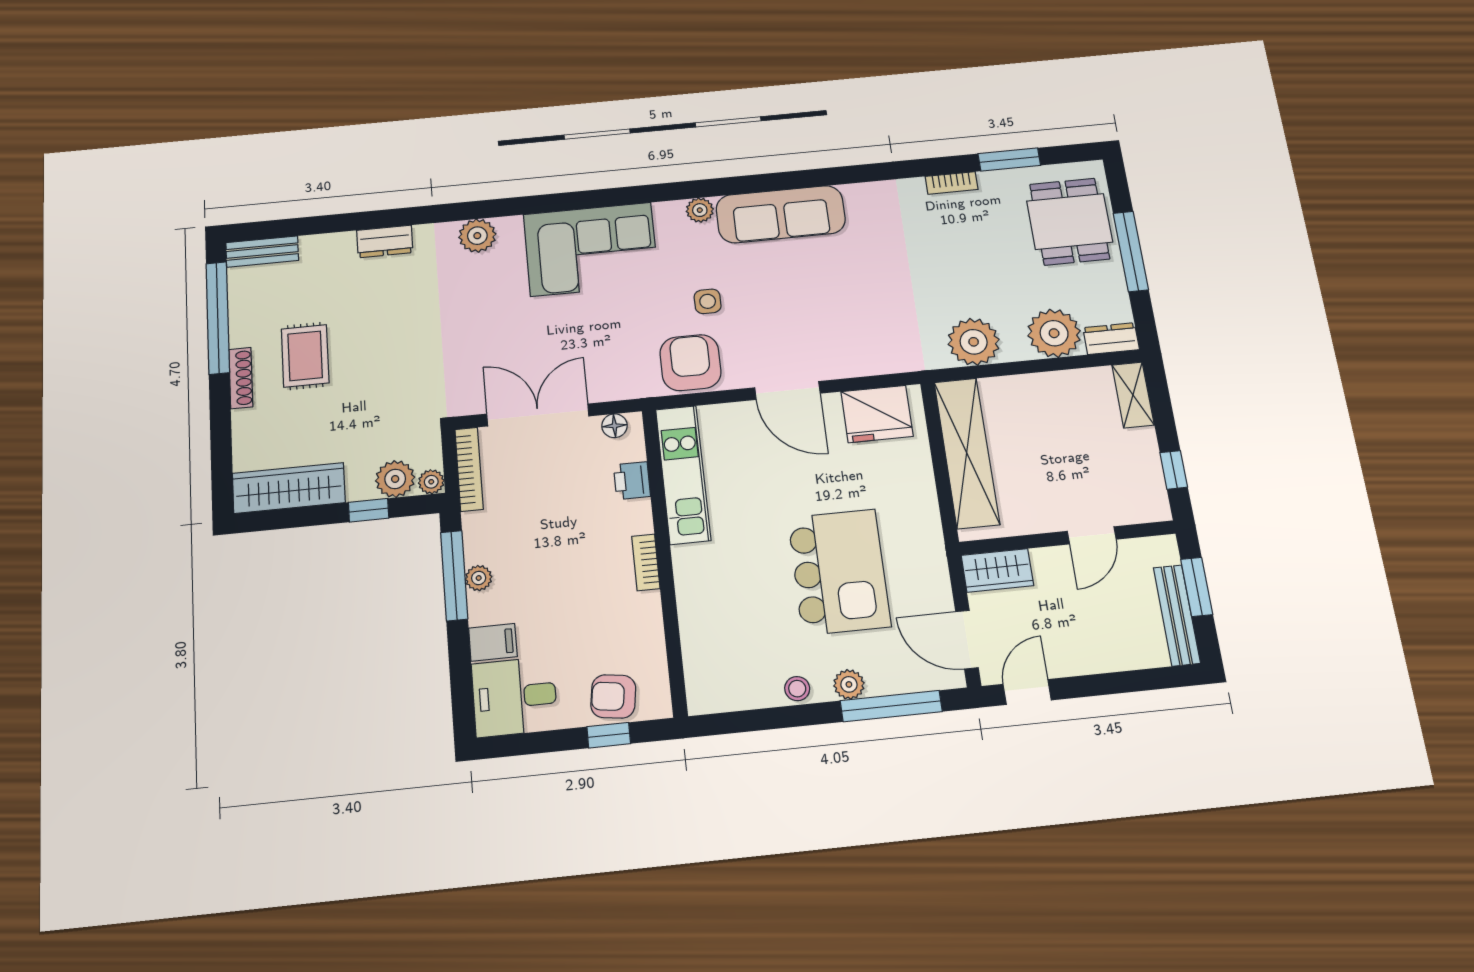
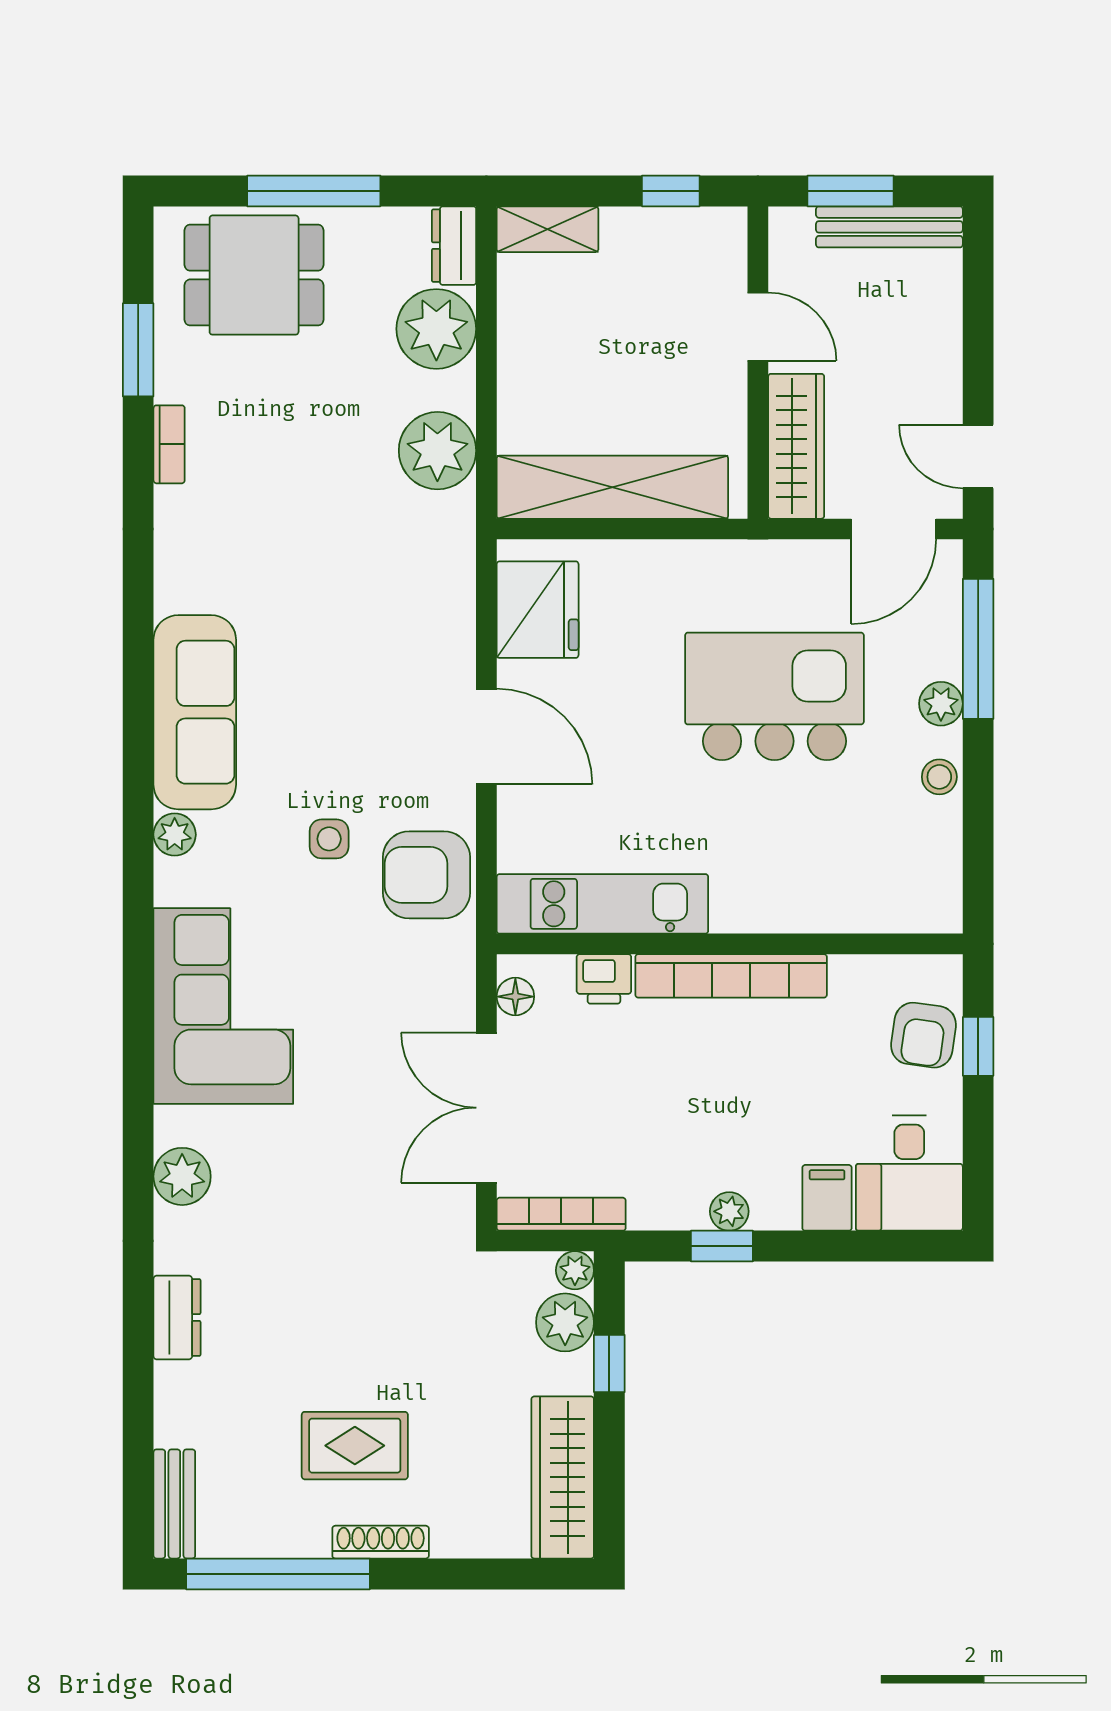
door: (787, 390) -> (486, 737), hinge flipped
bookcase: (646, 562) -> (731, 976), width x2.31, depth x1.31
wardrobe: (997, 570) -> (796, 446), width x1.50
window: (454, 576) -> (722, 1246), width x0.46

